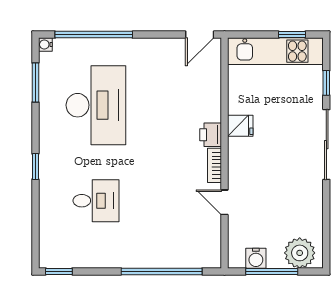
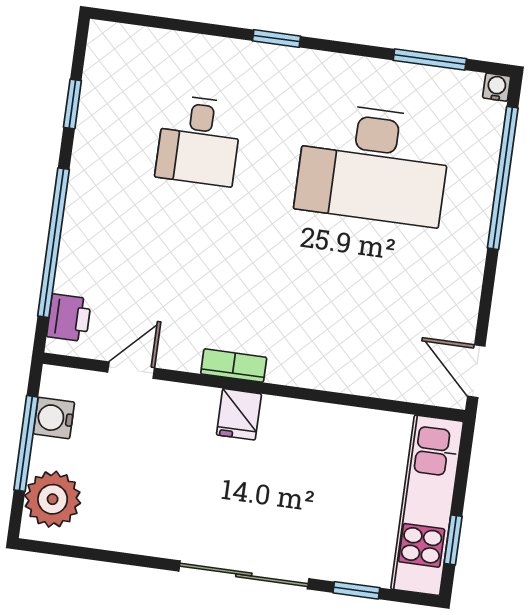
fridge: (240, 126) -> (239, 414), moved
printer: (211, 135) -> (69, 318), moved, turned 90
door: (224, 202) -> (131, 370), moved
window: (59, 271) -> (72, 104), moved

